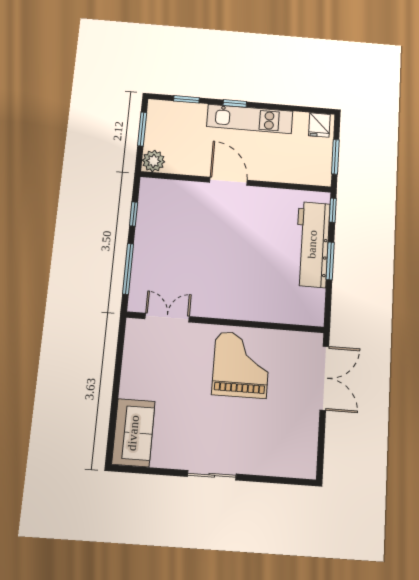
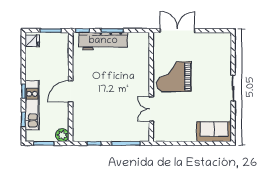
kitchen unit: (250, 119) -> (32, 105), moved
double door: (167, 318) -> (151, 109), moved

